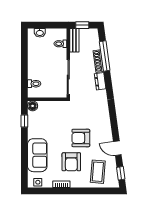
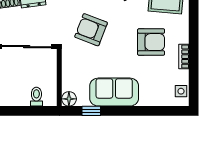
armchair: (81, 138) -> (91, 30), moved, turned 111
sofa: (37, 155) -> (114, 92), moved

